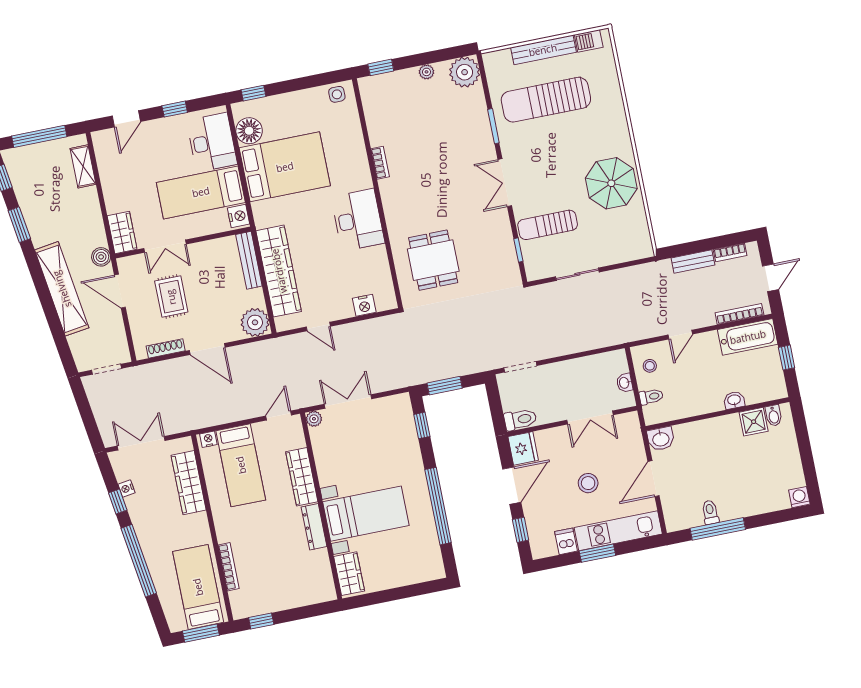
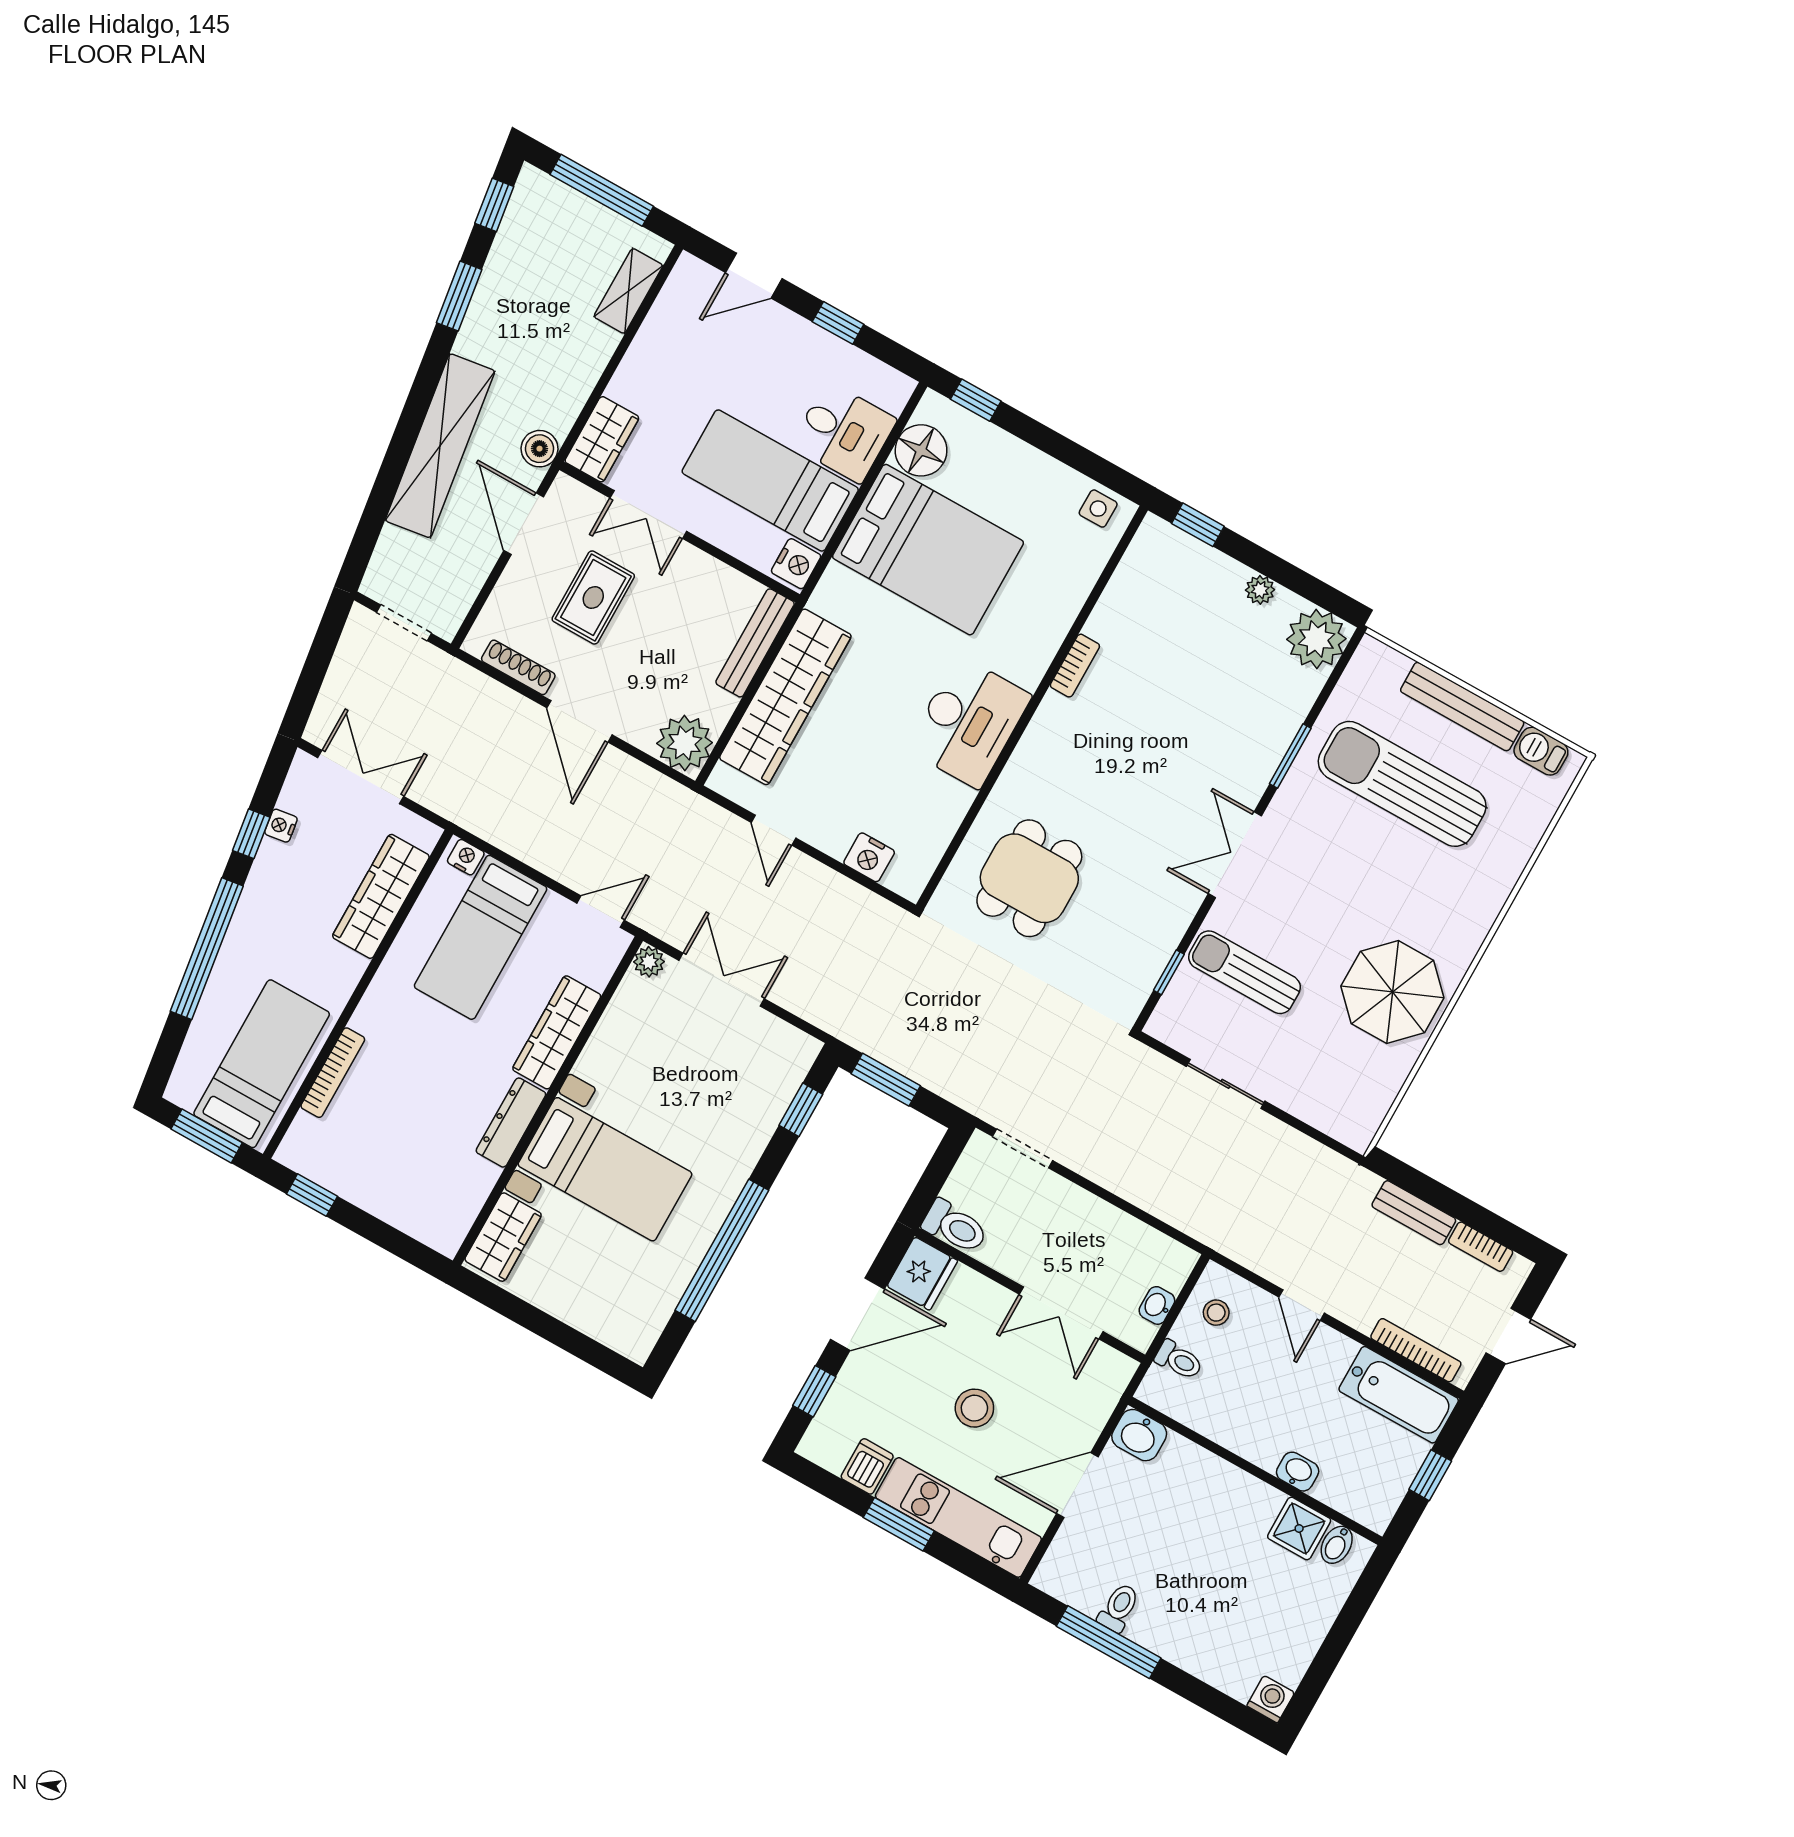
desk: (212, 142) -> (844, 432), width x0.73
door: (680, 335) -> (1302, 1305), hinge flipped

